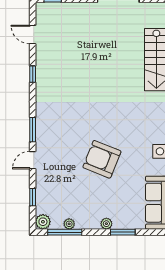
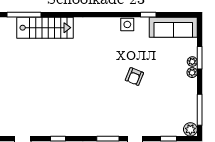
armchair: (102, 159) -> (134, 77), width x0.53, depth x0.53
plant: (69, 224) -> (192, 62), moved

